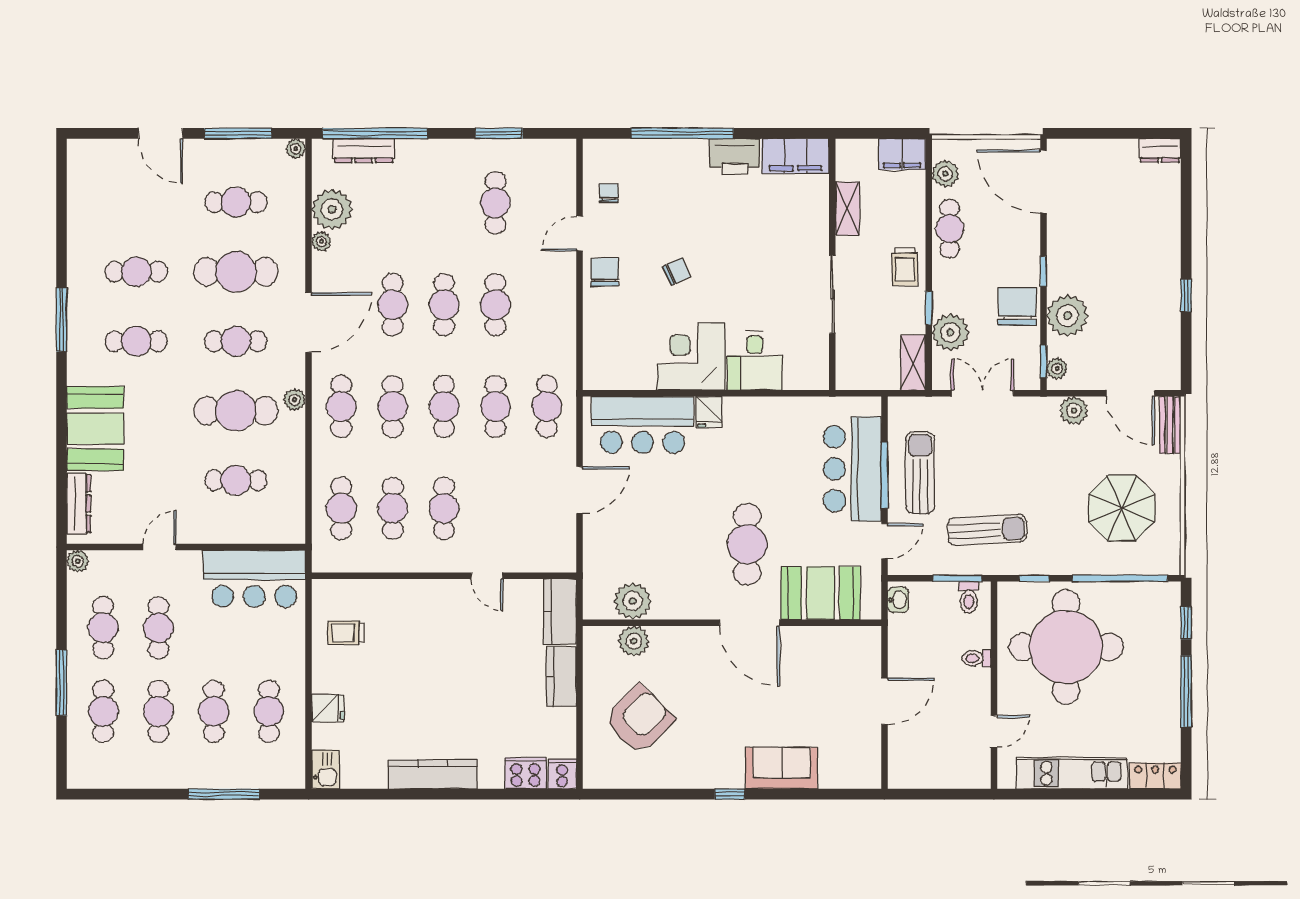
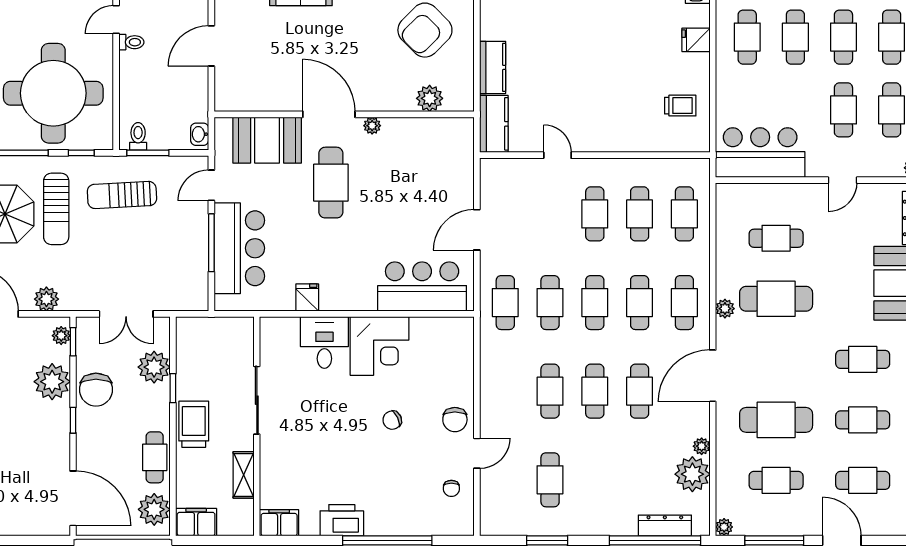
filing cabinet: (795, 156) -> (279, 523), width x0.67, depth x0.86
plant: (945, 174) -> (154, 509), width x1.36, depth x1.36
trolley: (905, 267) -> (194, 424), width x1.36, depth x1.39
cafe table: (236, 341) -> (863, 480), moved
shelving: (913, 363) -> (186, 341), removed
fridge: (709, 412) -> (307, 298), moved
sun lounger: (920, 473) -> (56, 209), moved
plant: (633, 601) -> (372, 126), moved, width x0.53, depth x0.53
toilet: (976, 658) -> (131, 42), moved

